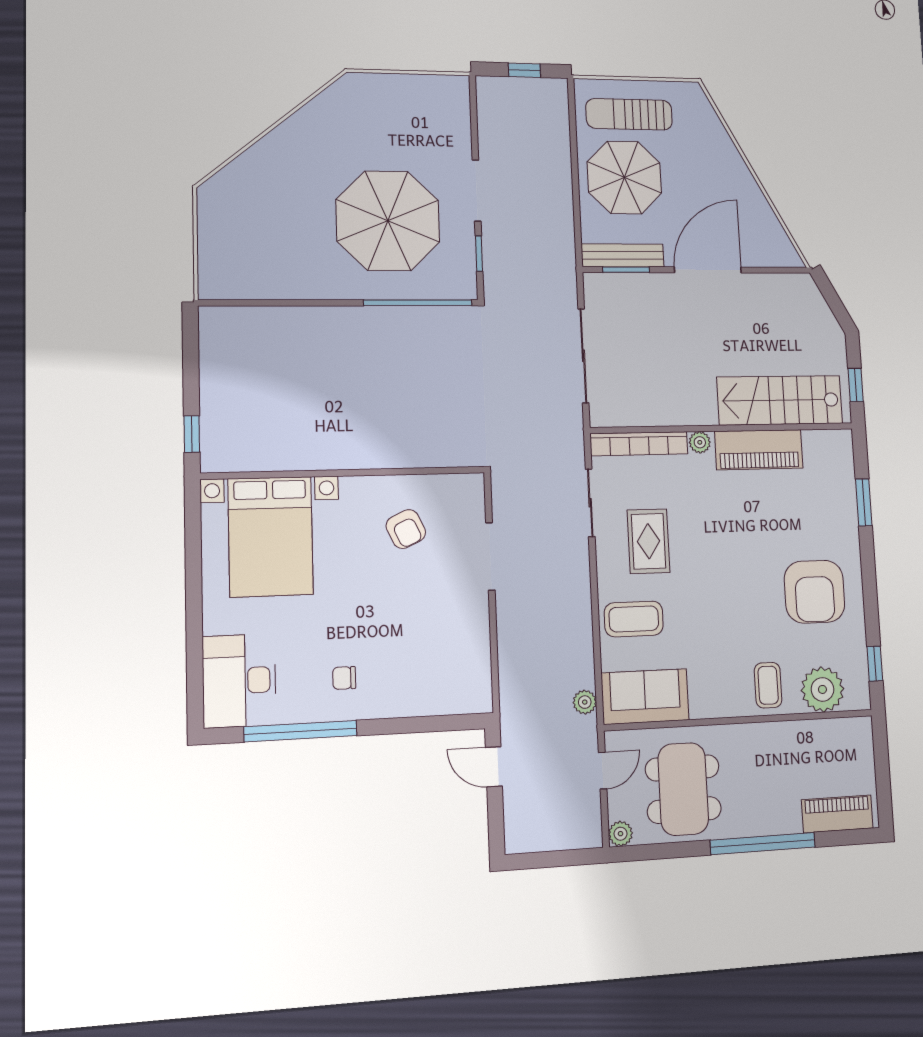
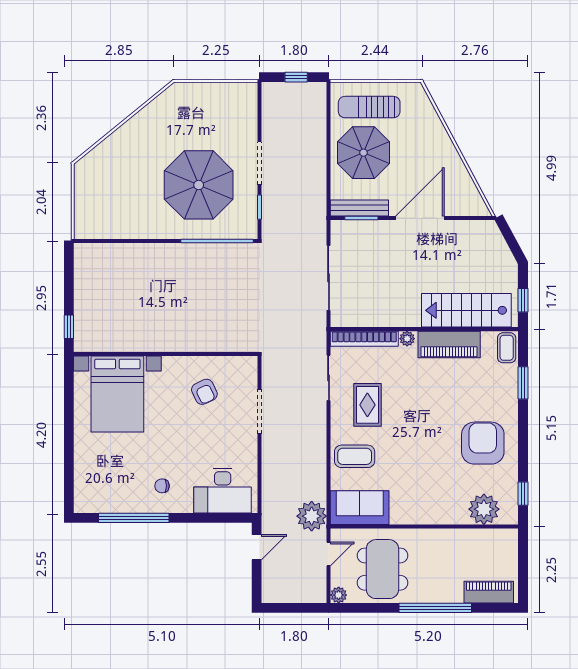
armchair: (814, 592) -> (483, 443), turned 180
desk: (239, 681) -> (223, 491), moved, turned -90
coffee table: (768, 685) -> (507, 348), moved
plant: (585, 702) -> (312, 516), width x1.87, depth x1.87
door: (494, 767) -> (257, 547), swing flipped

